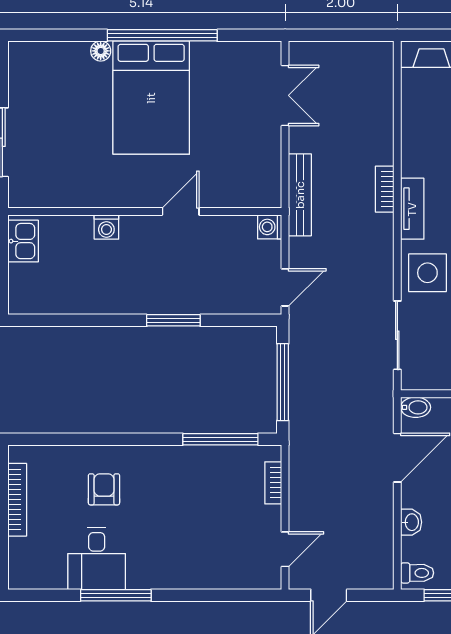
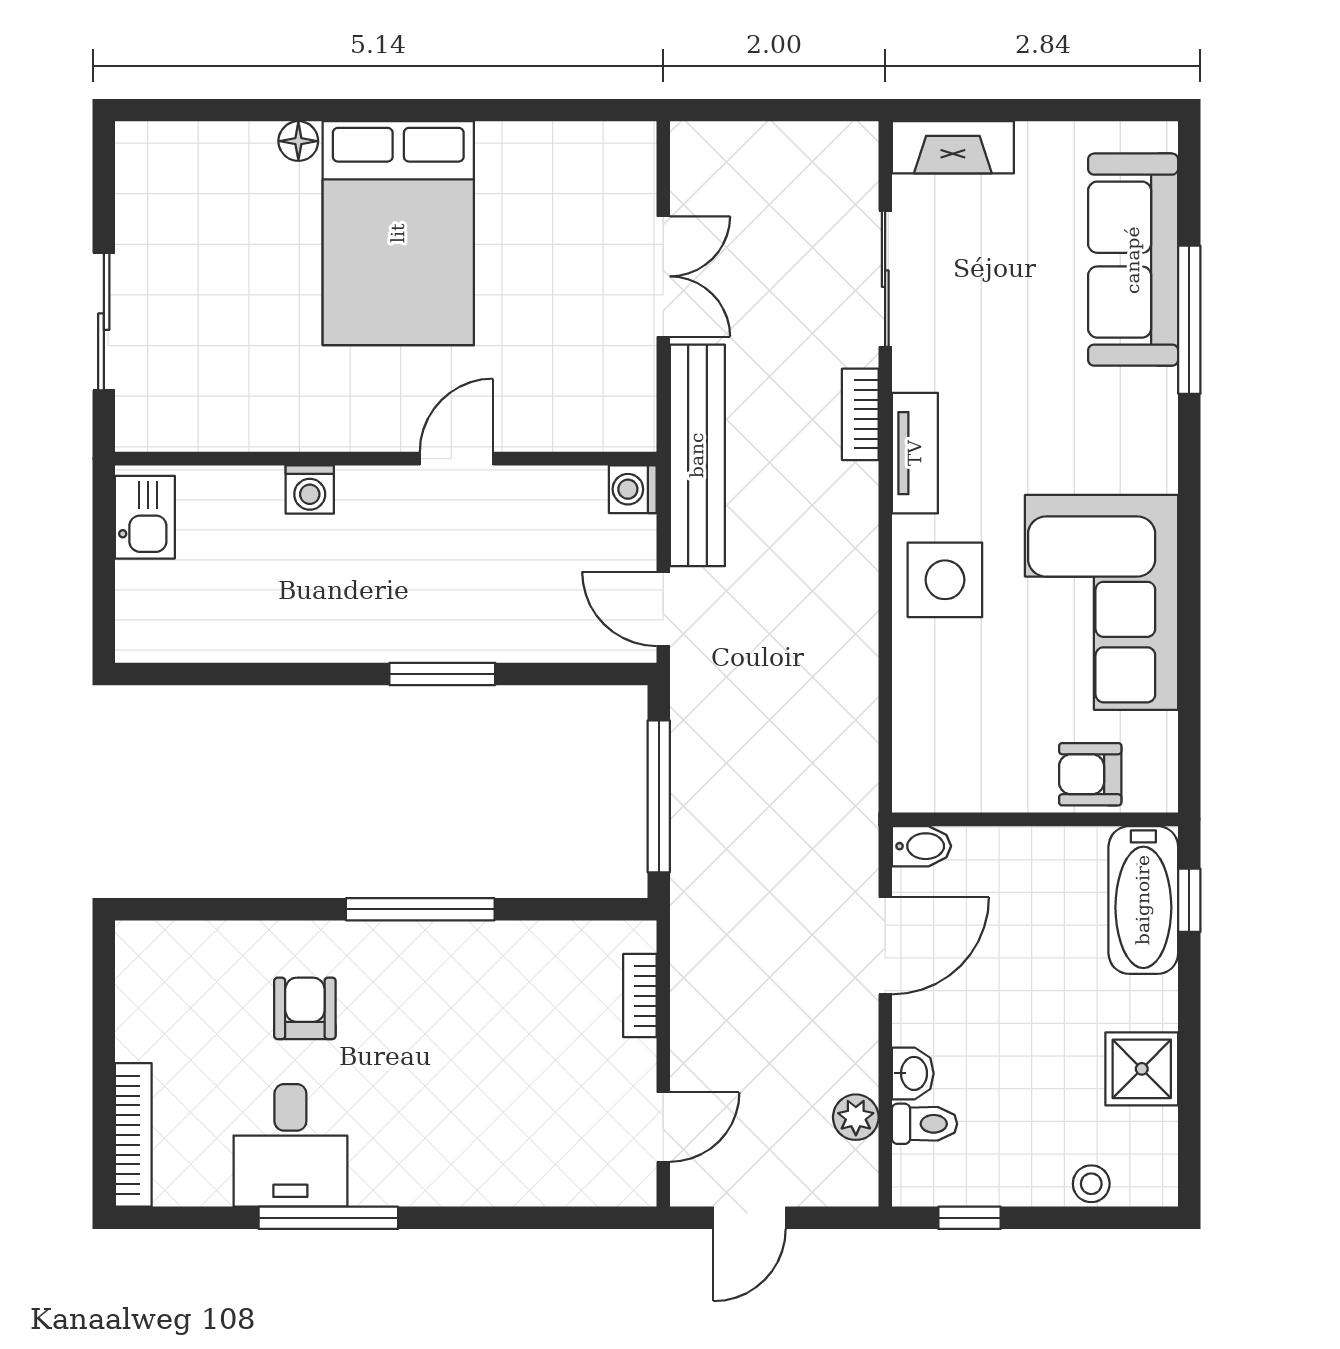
window: (162, 35) -> (420, 110), removed
double door: (285, 95) -> (663, 276), moved
bench: (300, 195) -> (697, 455), width x1.37, depth x1.21
door: (285, 287) -> (663, 609), swing flipped
sliding door: (397, 335) -> (885, 279), moved
window: (220, 439) -> (420, 909), moved
bookcase: (17, 500) -> (133, 1135), moved
plant: (382, 544) -> (856, 1117), added
toilet: (417, 573) -> (925, 1124), moved

